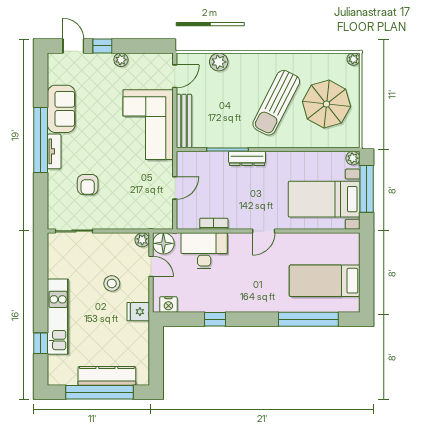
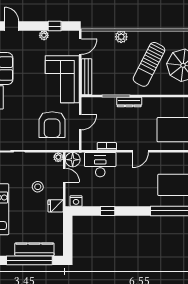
window: (102, 46) -> (55, 26), moved
plant: (219, 62) -> (121, 37), moved
armchair: (88, 185) -> (52, 125), moved, width x1.88, depth x1.88

